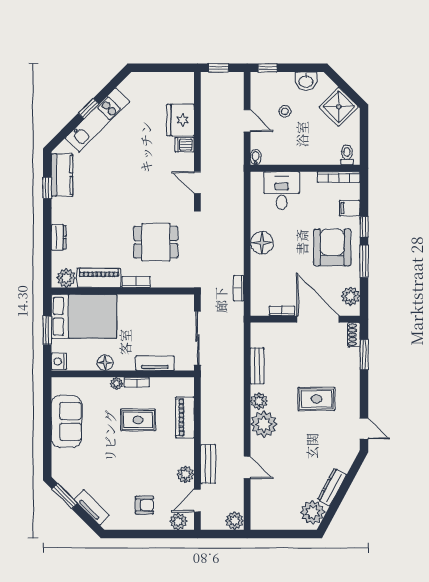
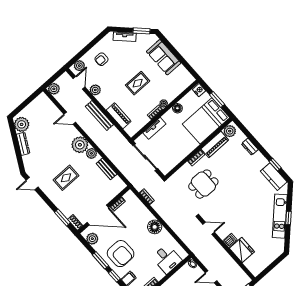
rug: (138, 420) -> (138, 83), moved
sofa: (66, 421) -> (164, 57), moved
bench: (208, 464) -> (99, 115), moved, width x1.36

